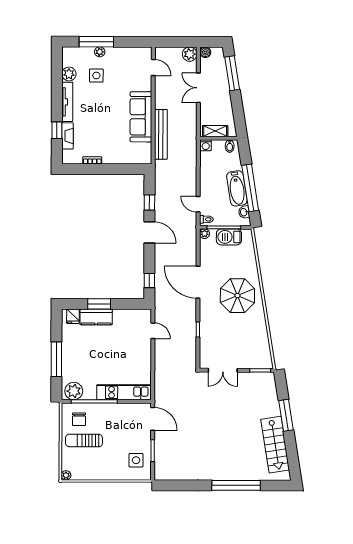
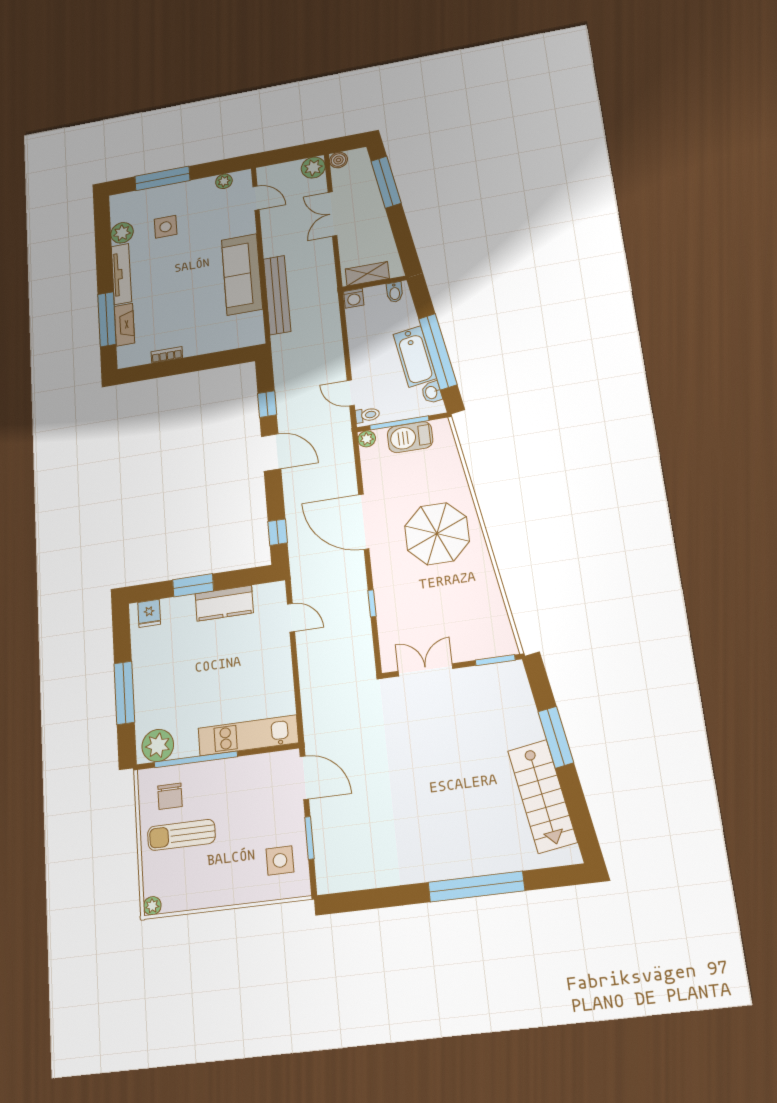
plant: (100, 52) -> (224, 181), moved
window: (57, 130) -> (107, 319), width x2.17
kitchen counter: (96, 317) -> (224, 603), moved
double door: (223, 370) -> (425, 670), swing flipped

